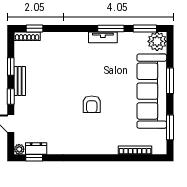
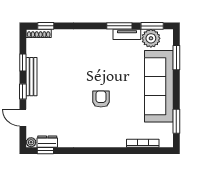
tv unit: (103, 37) -> (127, 34), moved
plant: (157, 41) -> (151, 38), moved
bench: (20, 81) -> (31, 77), width x1.36
window: (170, 81) -> (176, 58), moved
armchair: (92, 104) -> (101, 99), turned 180

